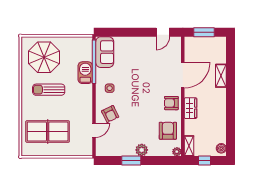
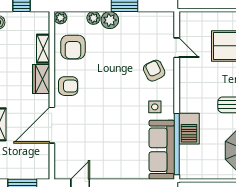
sofa: (105, 52) -> (162, 150), width x1.36
door: (94, 130) -> (177, 48), swing flipped
shelving: (189, 146) -> (43, 49), moved
plant: (153, 151) -> (93, 18), added

